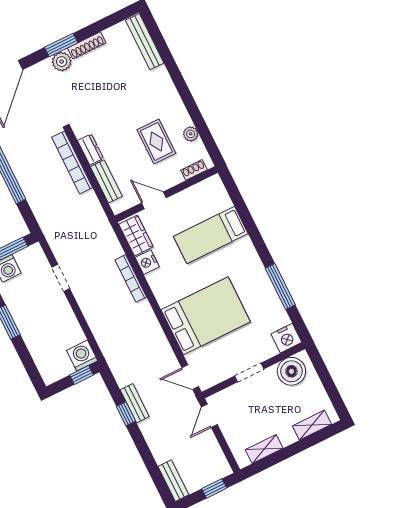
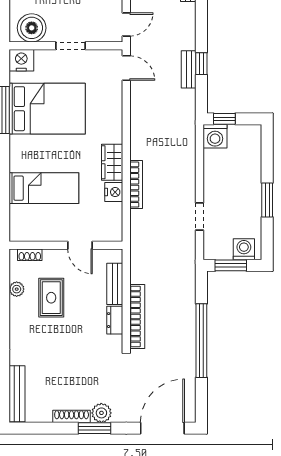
wardrobe: (136, 235) -> (112, 162), moved
bed: (206, 316) -> (47, 109), moved, turned 180

